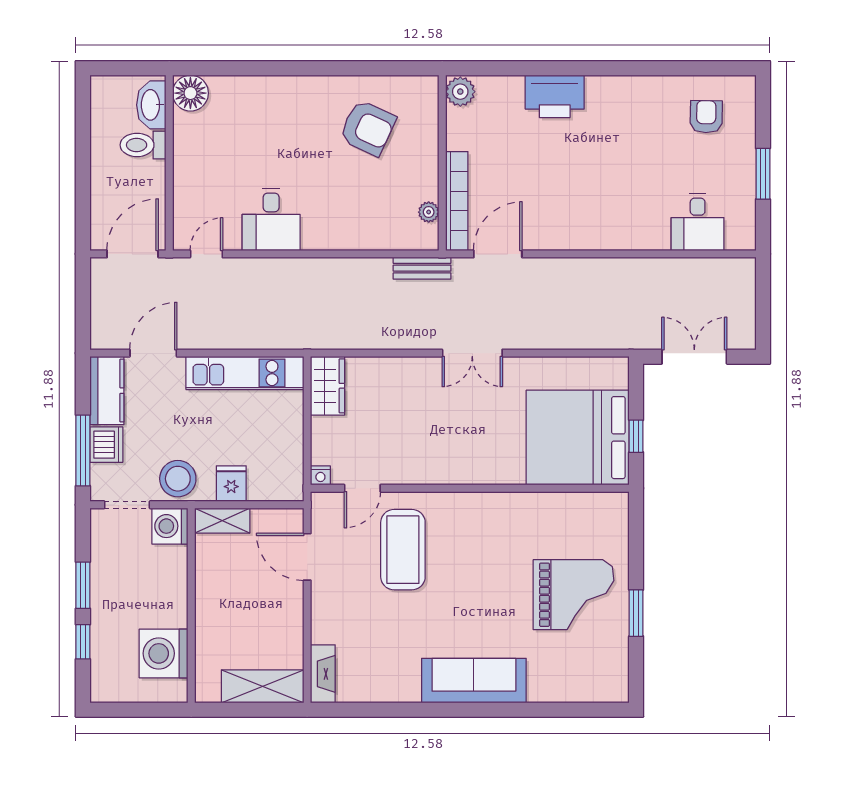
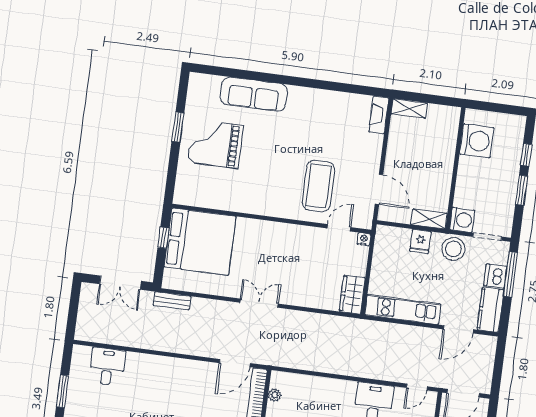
bench: (422, 268) -> (172, 301), moved
sofa: (474, 681) -> (254, 94), moved
shelving: (263, 686) -> (409, 108), width x0.67, depth x0.75

